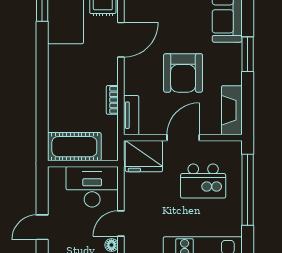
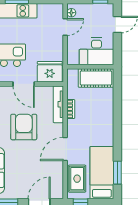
tv unit: (131, 115) -> (58, 104), width x1.41
door: (183, 138) -> (24, 84), hinge flipped
desk: (92, 187) -> (96, 51), moved

